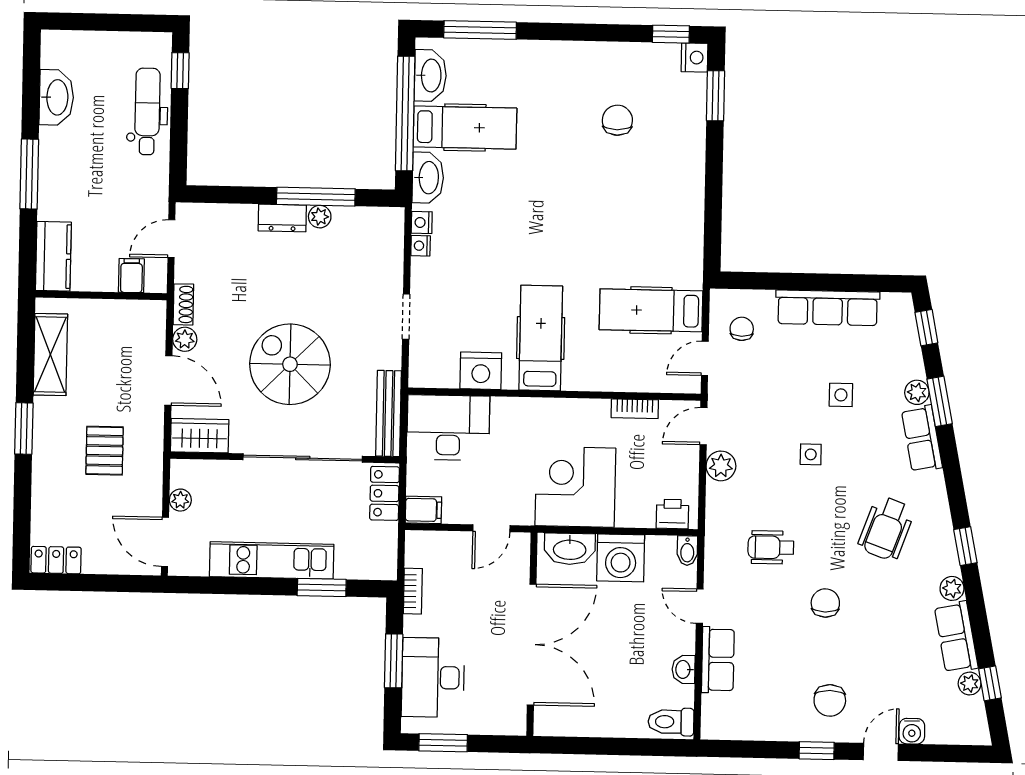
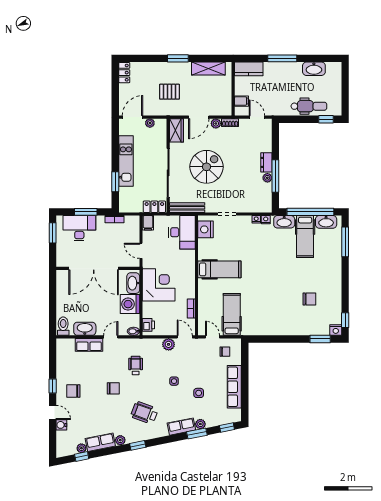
nightstand: (481, 371) -> (205, 229), moved
washbasin: (684, 669) -> (85, 329), width x1.91, depth x1.45

